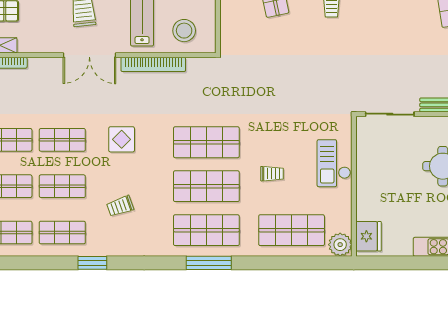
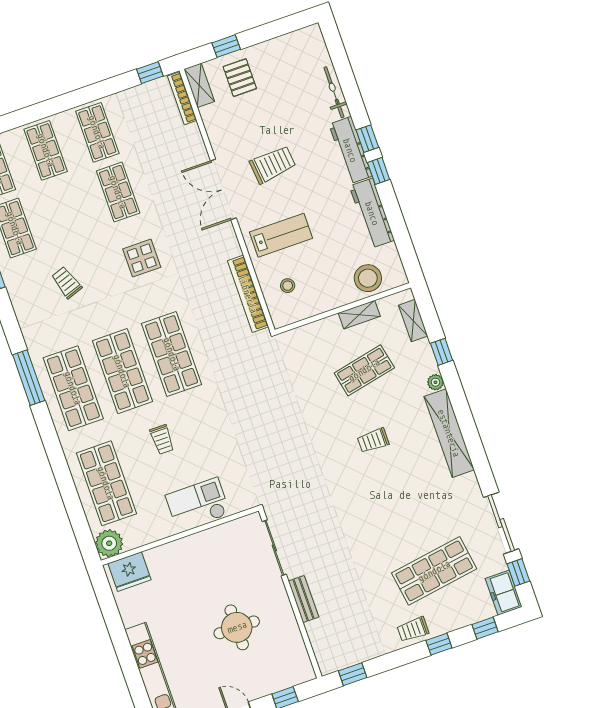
stool: (184, 31) -> (288, 286), width x0.53, depth x0.53
bookcase: (153, 64) -> (248, 294), moved
shop shelf: (62, 186) -> (66, 210), removed
window: (209, 263) -> (29, 378), moved

